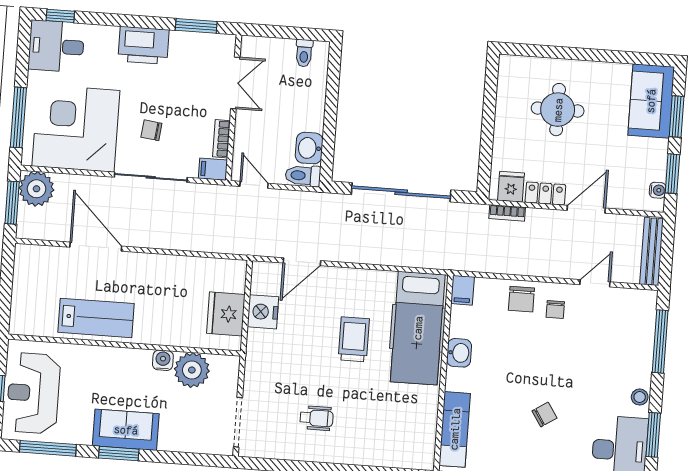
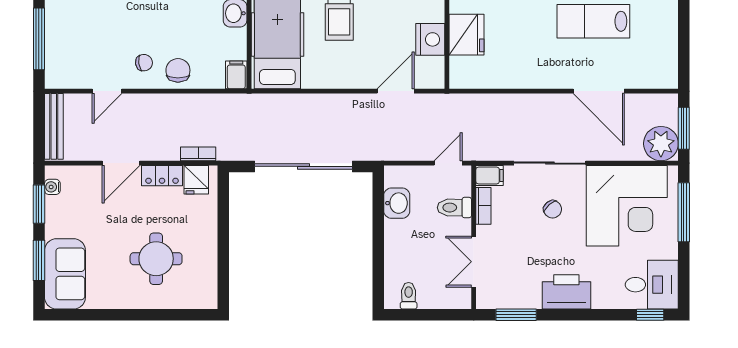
chair: (151, 130) -> (553, 209), turned 42
toilet: (303, 176) -> (454, 208), moved, turned 180
door: (254, 185) -> (448, 163), swing flipped
chair: (555, 310) -> (144, 63), turned 82

